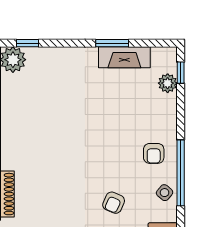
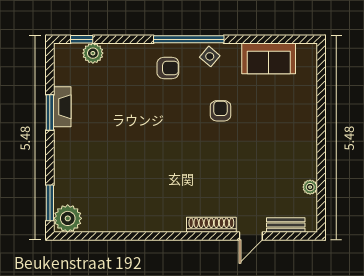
window: (27, 43) -> (50, 203), width x1.50
fireplace: (124, 57) -> (62, 107), width x0.73, depth x0.76
armchair: (114, 203) -> (220, 111), turned -114

